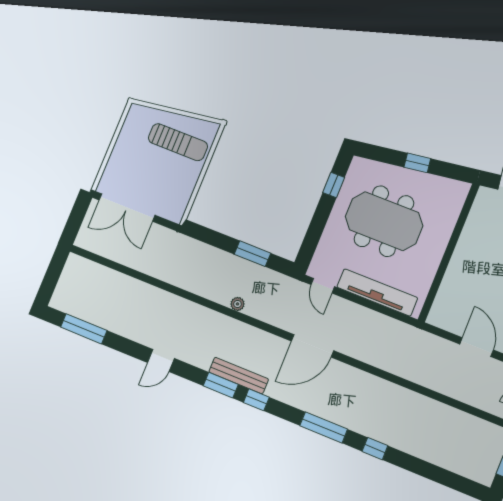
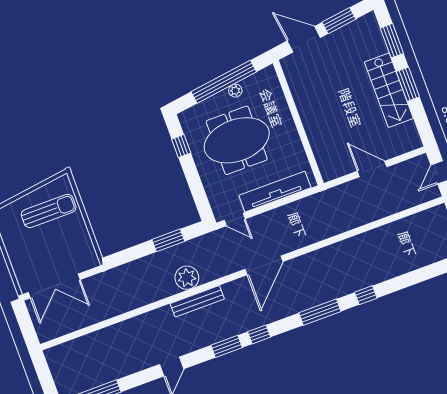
window: (417, 163) -> (224, 82), width x3.17
plant: (420, 179) -> (235, 91), added
plant: (237, 304) -> (187, 278), width x1.88, depth x1.88
bench: (239, 375) -> (197, 301), moved

